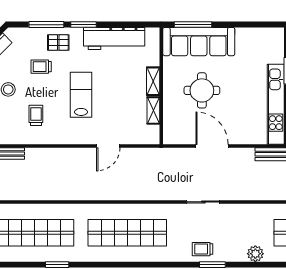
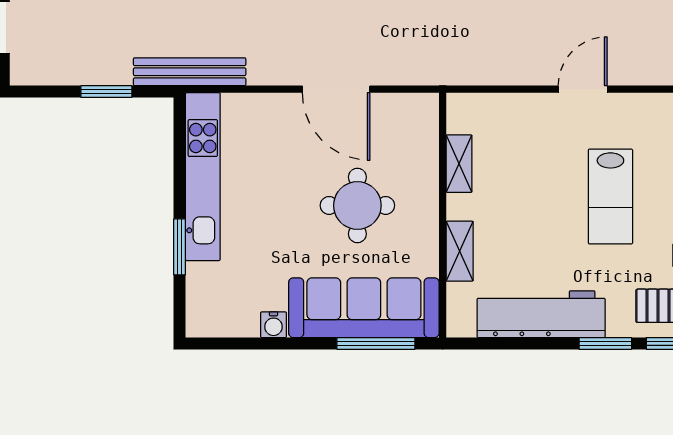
water cooler: (242, 33) -> (273, 325), added
shelving: (153, 81) -> (460, 251), moved
door: (108, 146) -> (583, 89), moved

